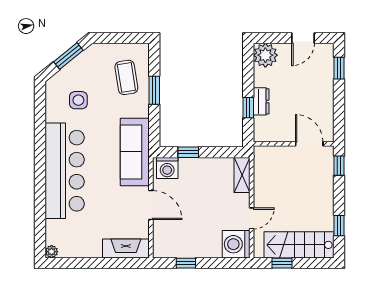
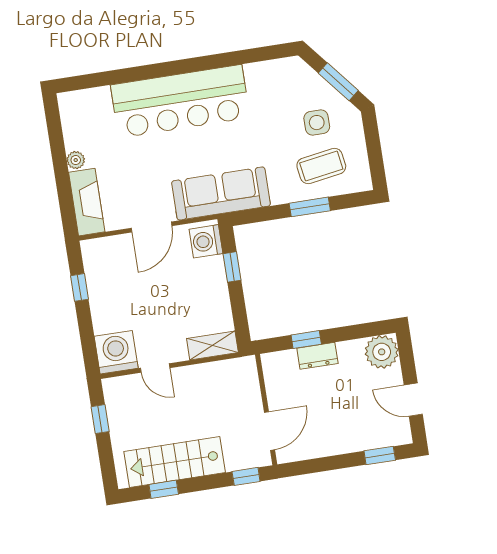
side table: (78, 100) -> (317, 123), moved
stairs: (299, 245) -> (175, 462), moved, turned -90
plant: (52, 252) -> (76, 160), moved

